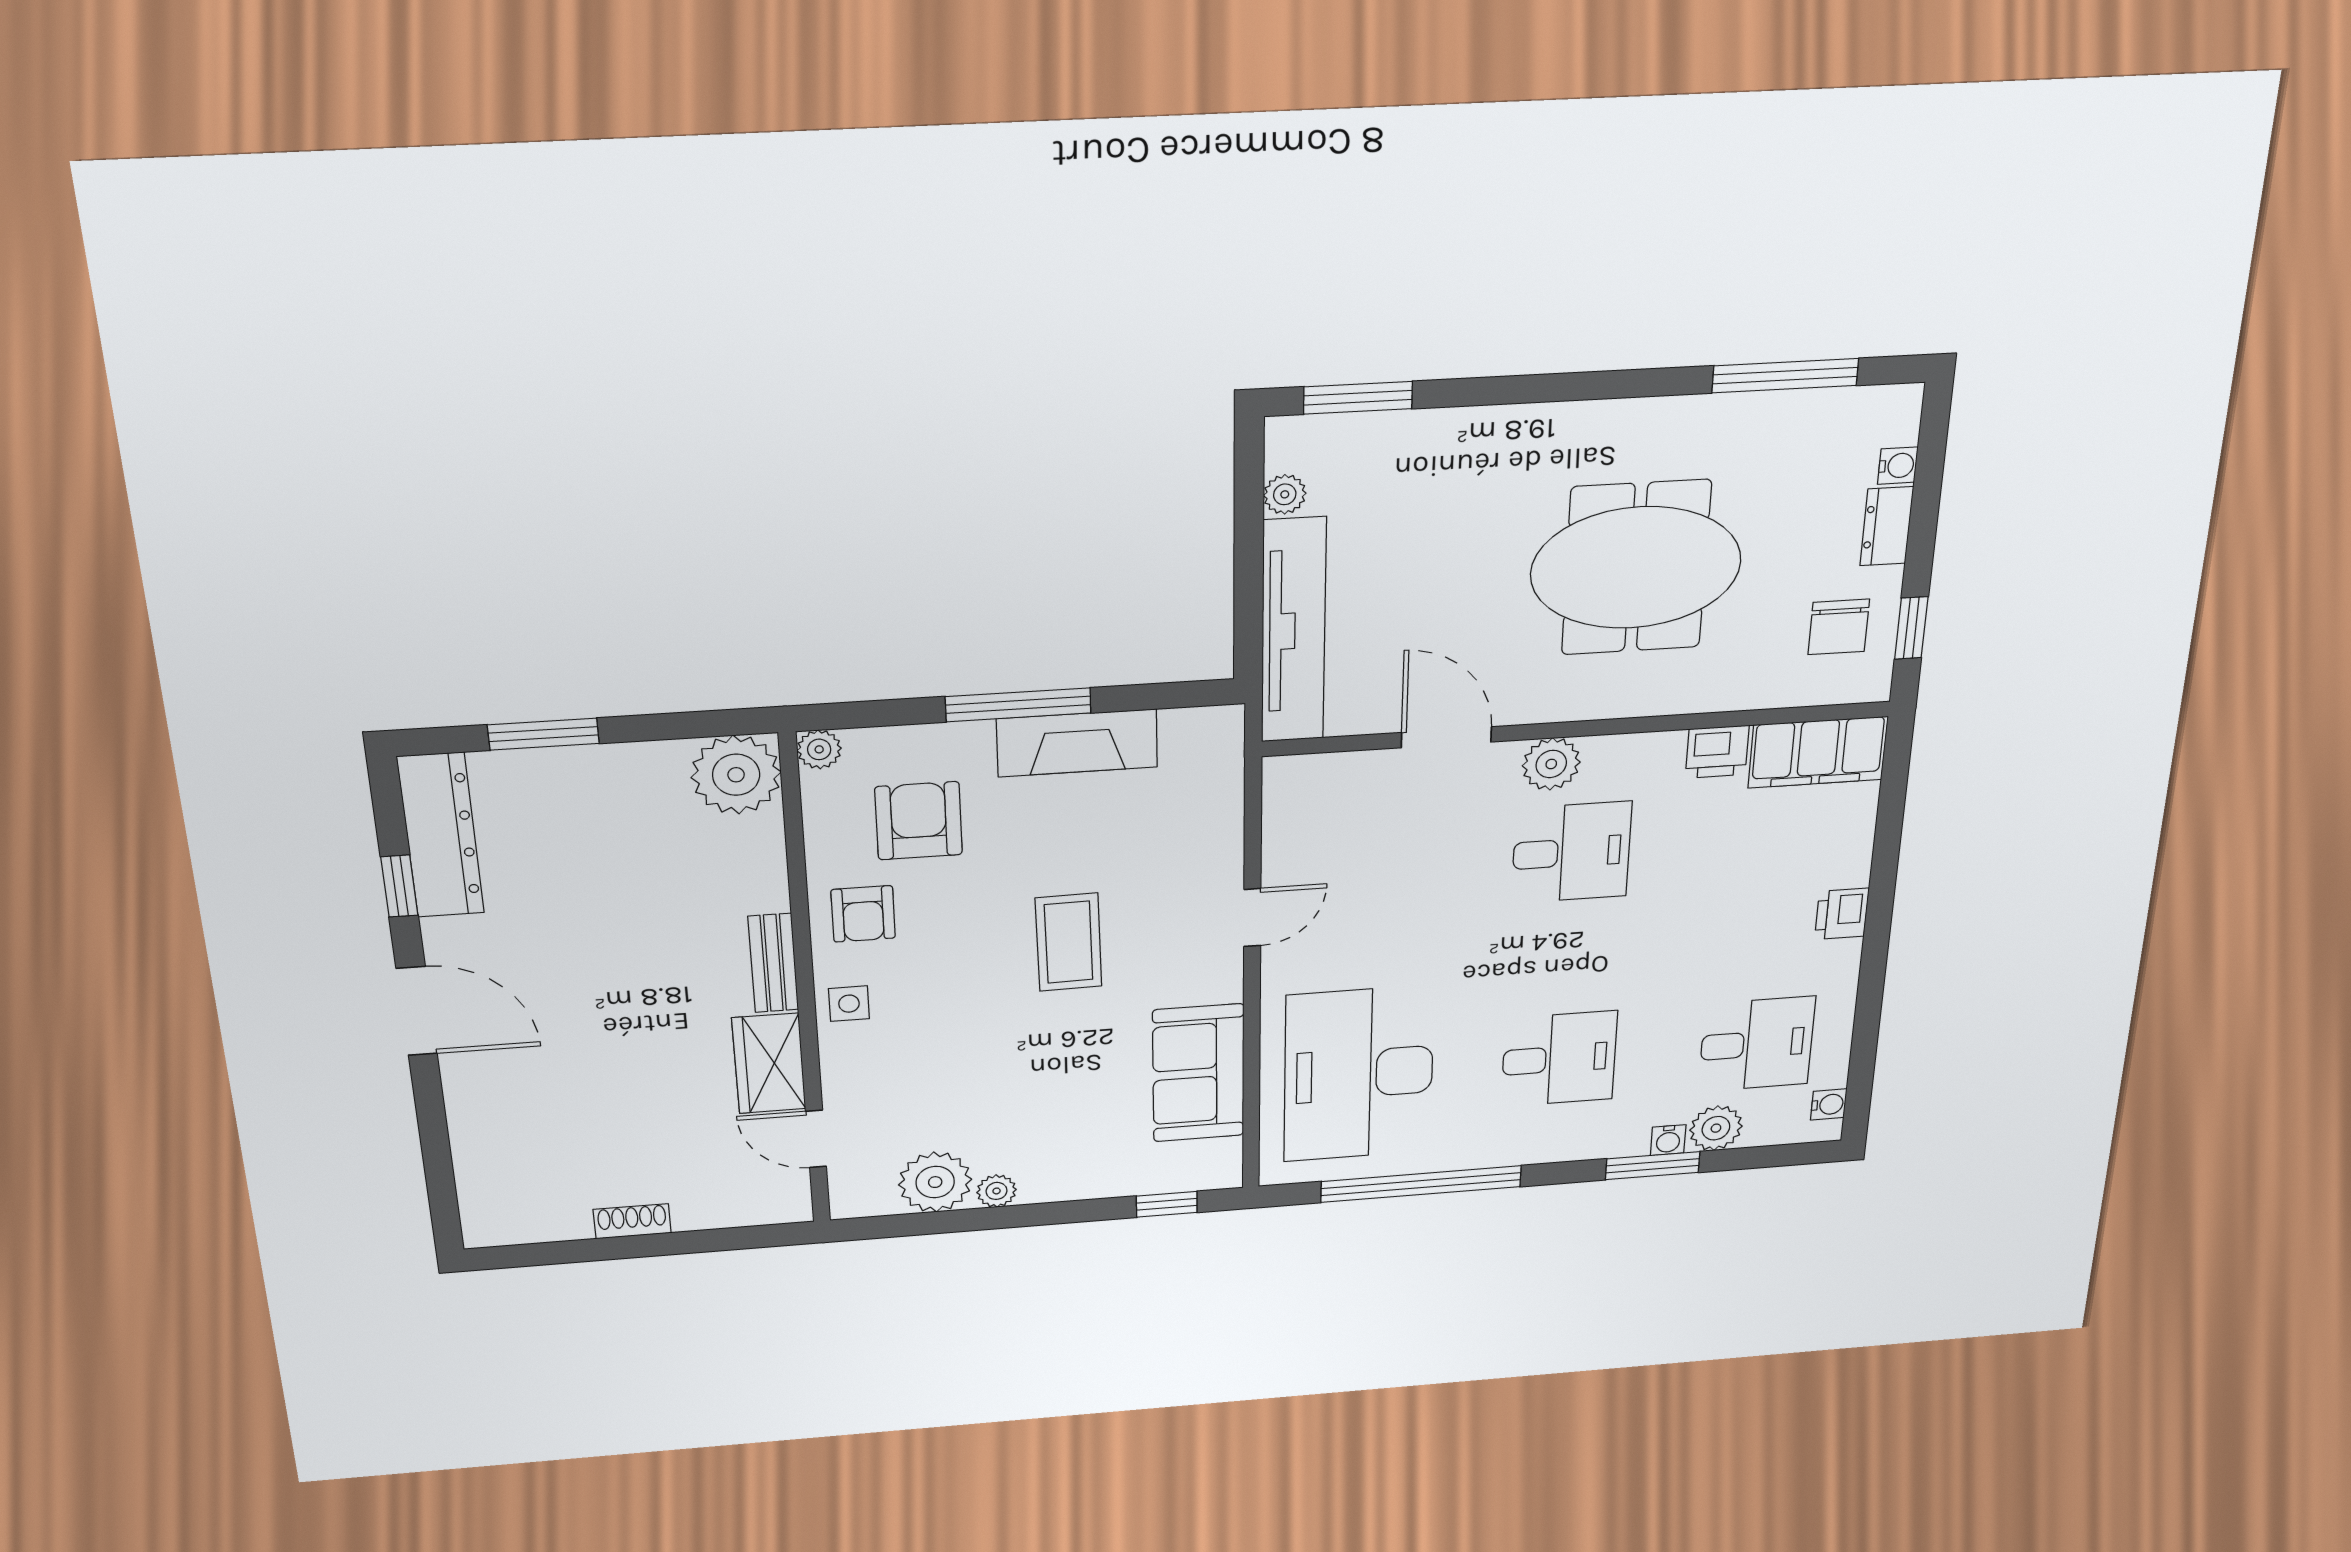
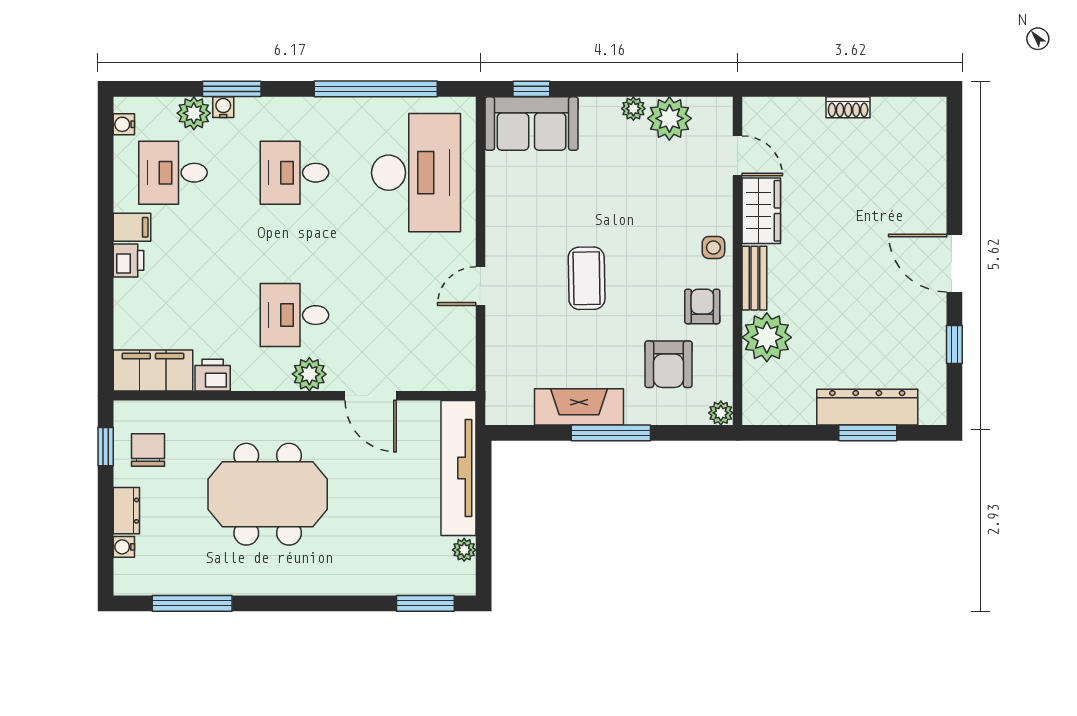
plant: (736, 775) -> (767, 337), moved
dresser: (441, 835) -> (867, 407), moved, turned 90
filing cabinet: (1831, 962) -> (132, 227), added
sofa: (1198, 1073) -> (532, 124), moved, turned 90

